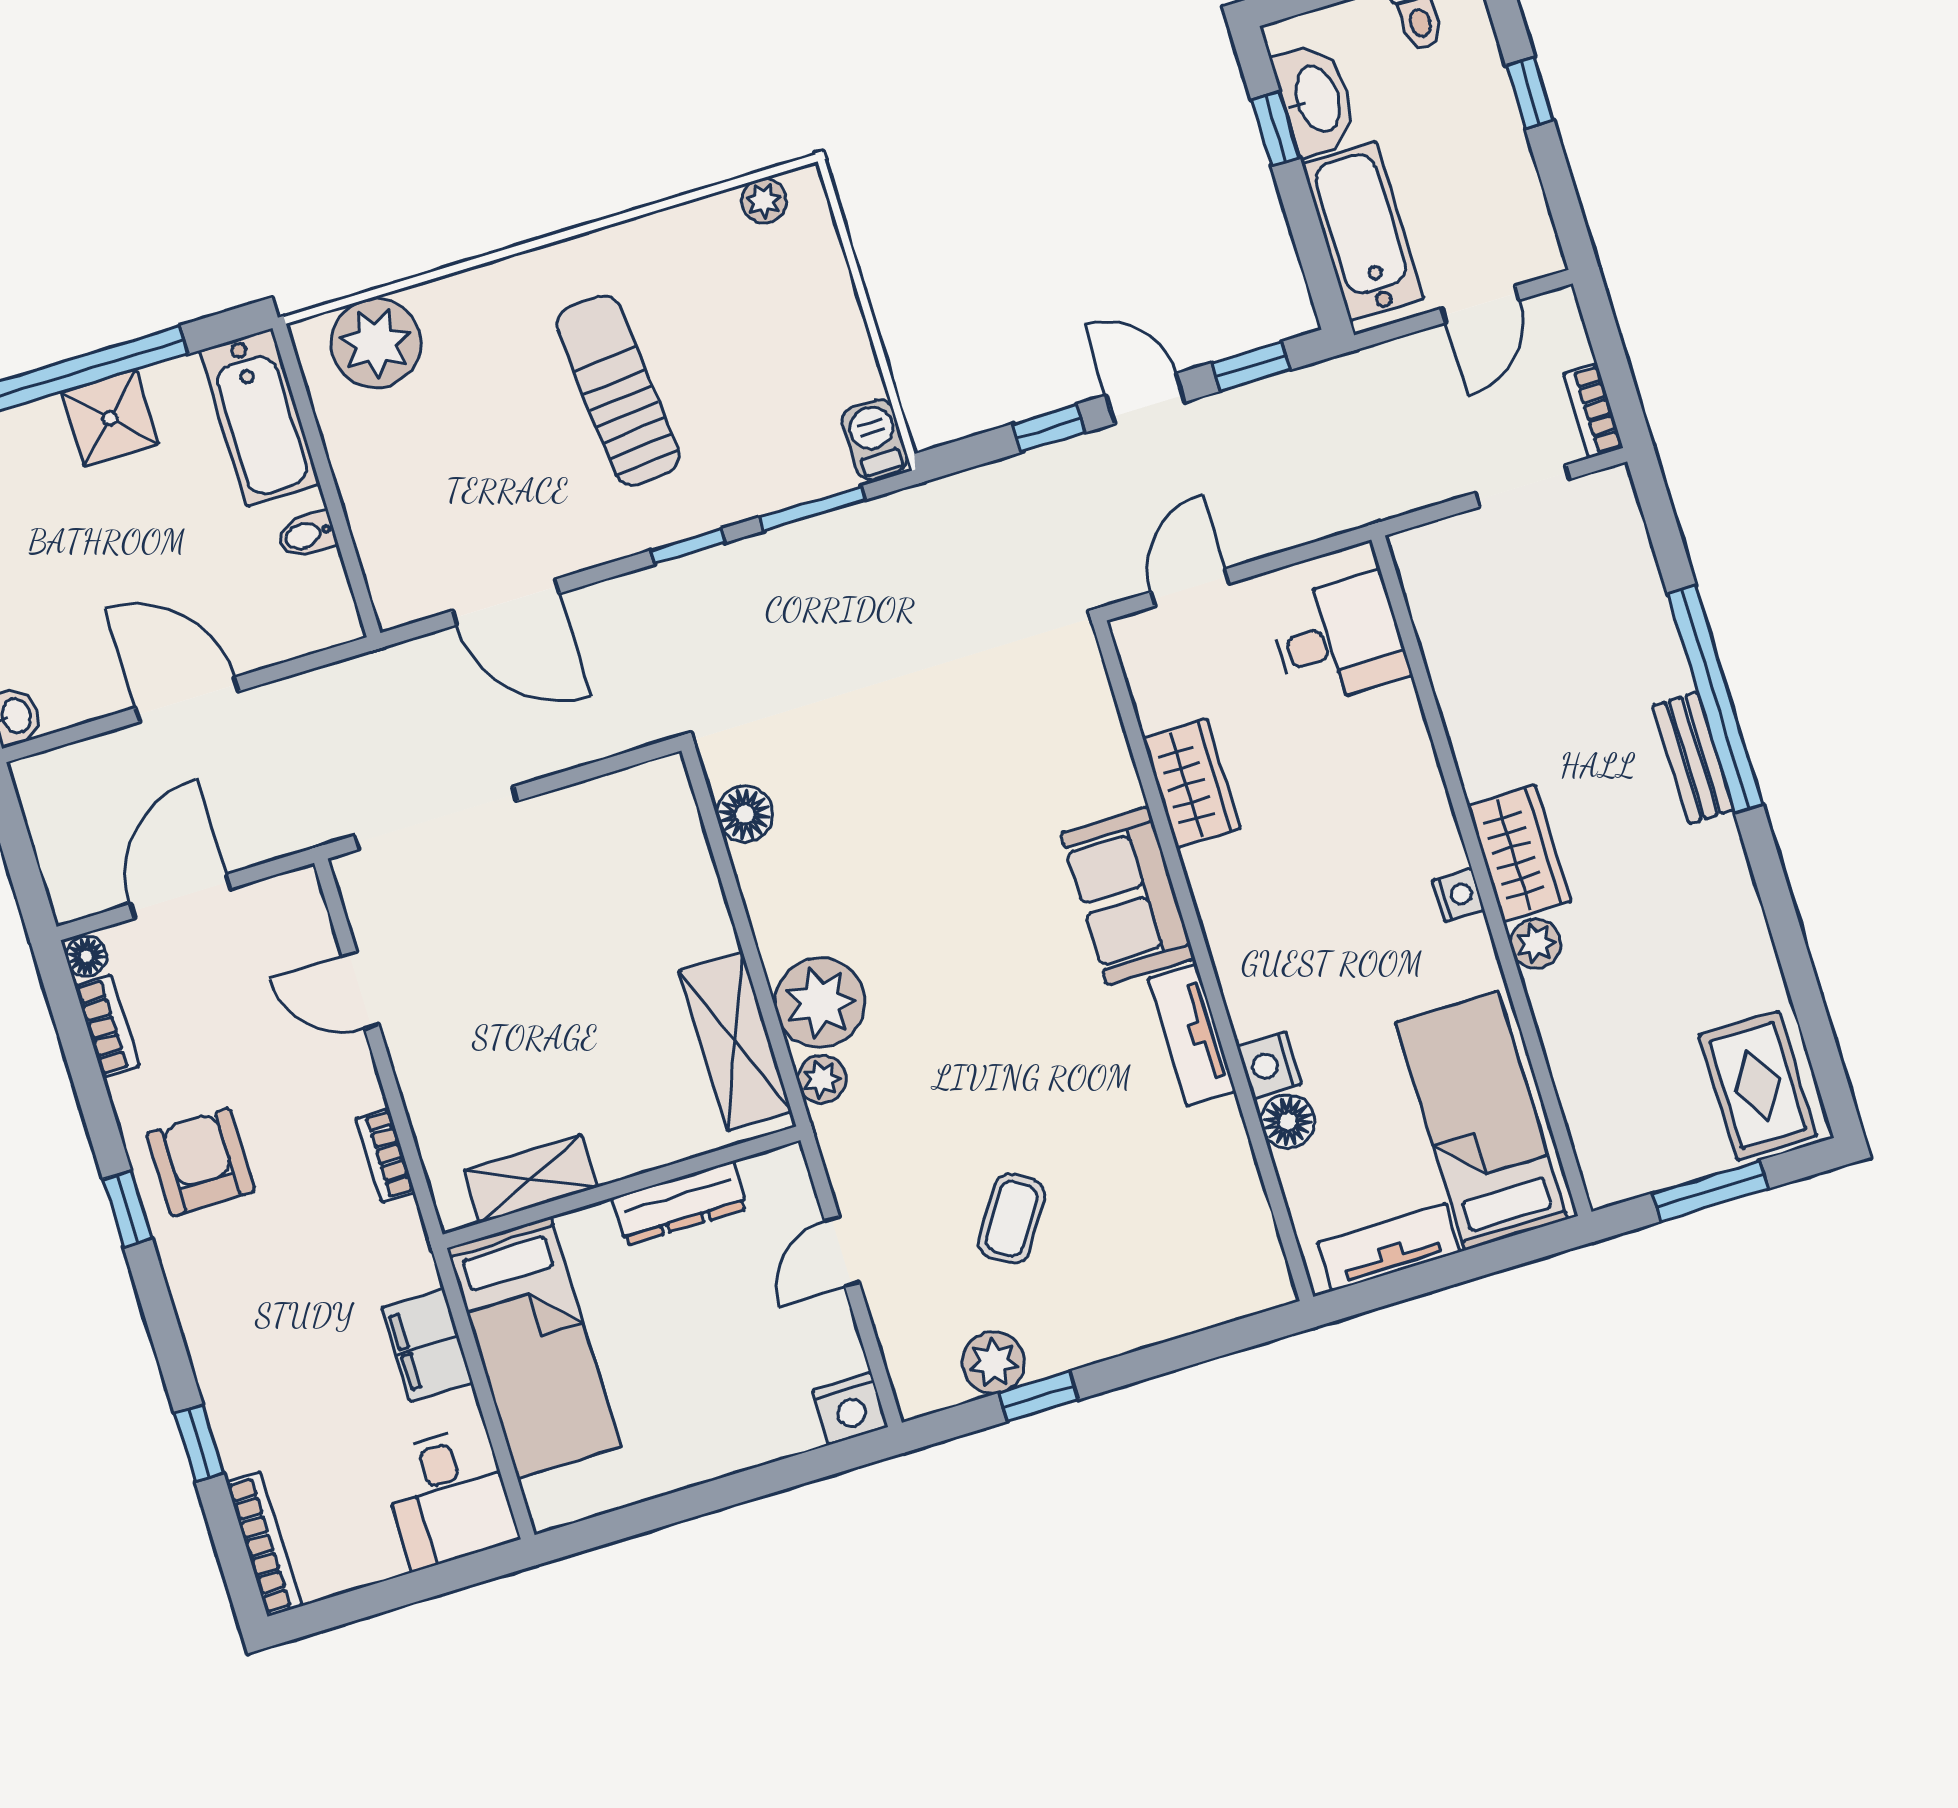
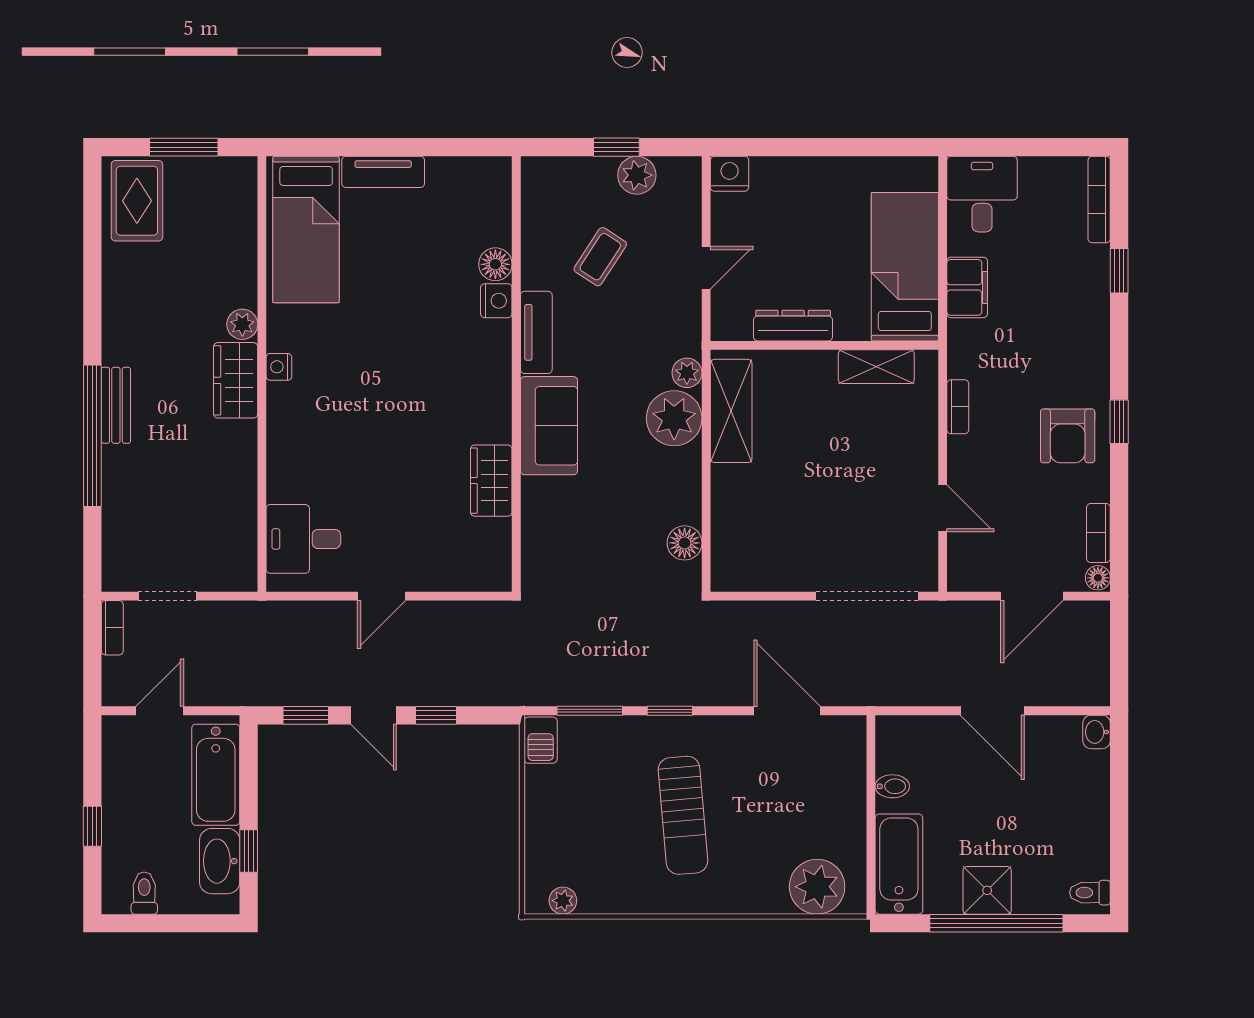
wardrobe: (1191, 783) -> (491, 481), moved
sofa: (1128, 896) -> (549, 426), moved
wall: (1203, 961) -> (516, 374), moved
tv unit: (1192, 1035) -> (536, 332), moved
nightstand: (1269, 1065) -> (496, 301), moved
floor lamp: (1288, 1121) -> (495, 264), moved

